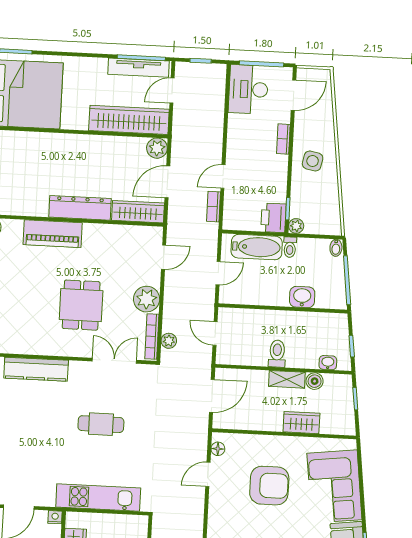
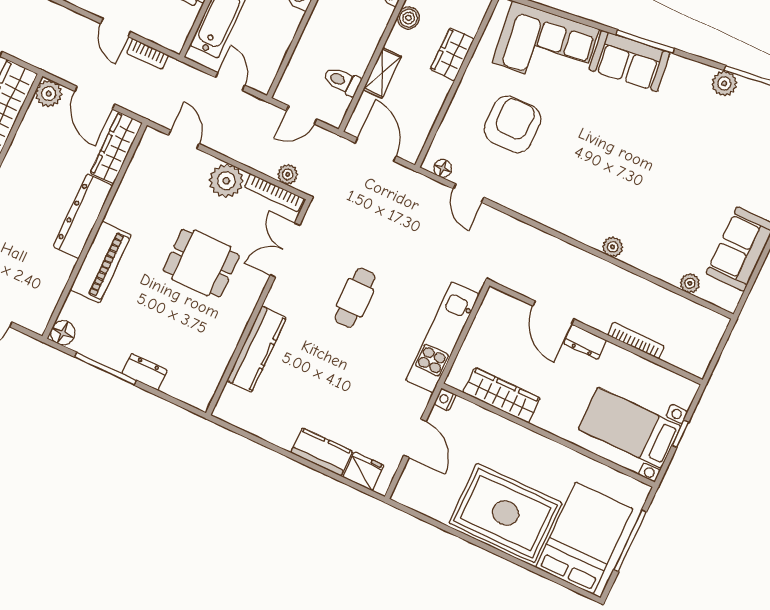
toilet: (277, 354) -> (342, 81), moved
shelving: (287, 379) -> (382, 73), moved

